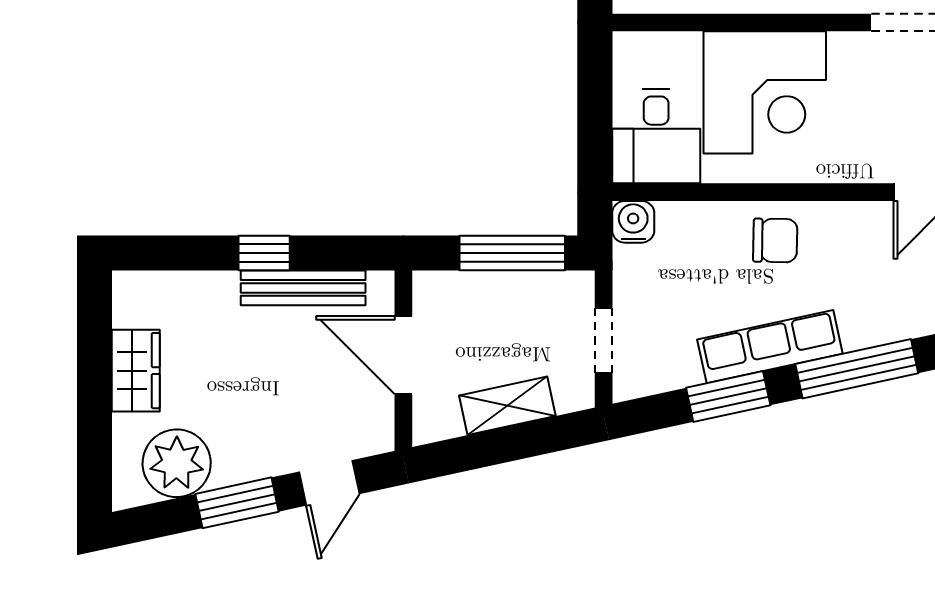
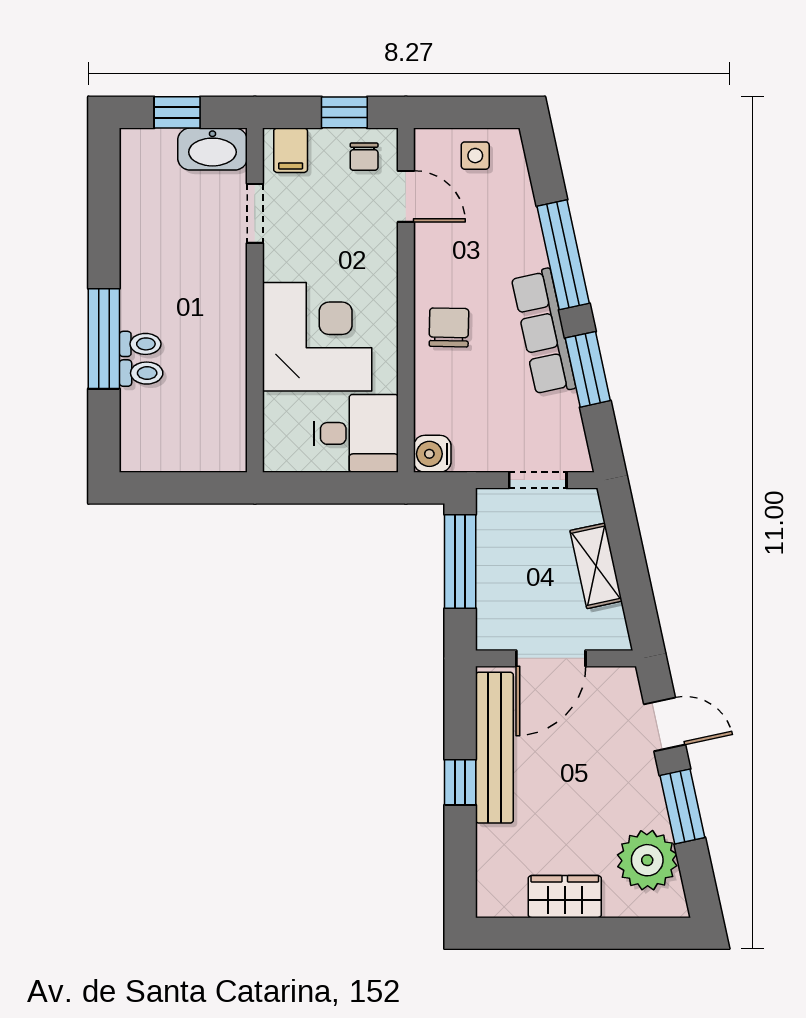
bench: (303, 288) -> (494, 748), width x1.37, depth x1.21

